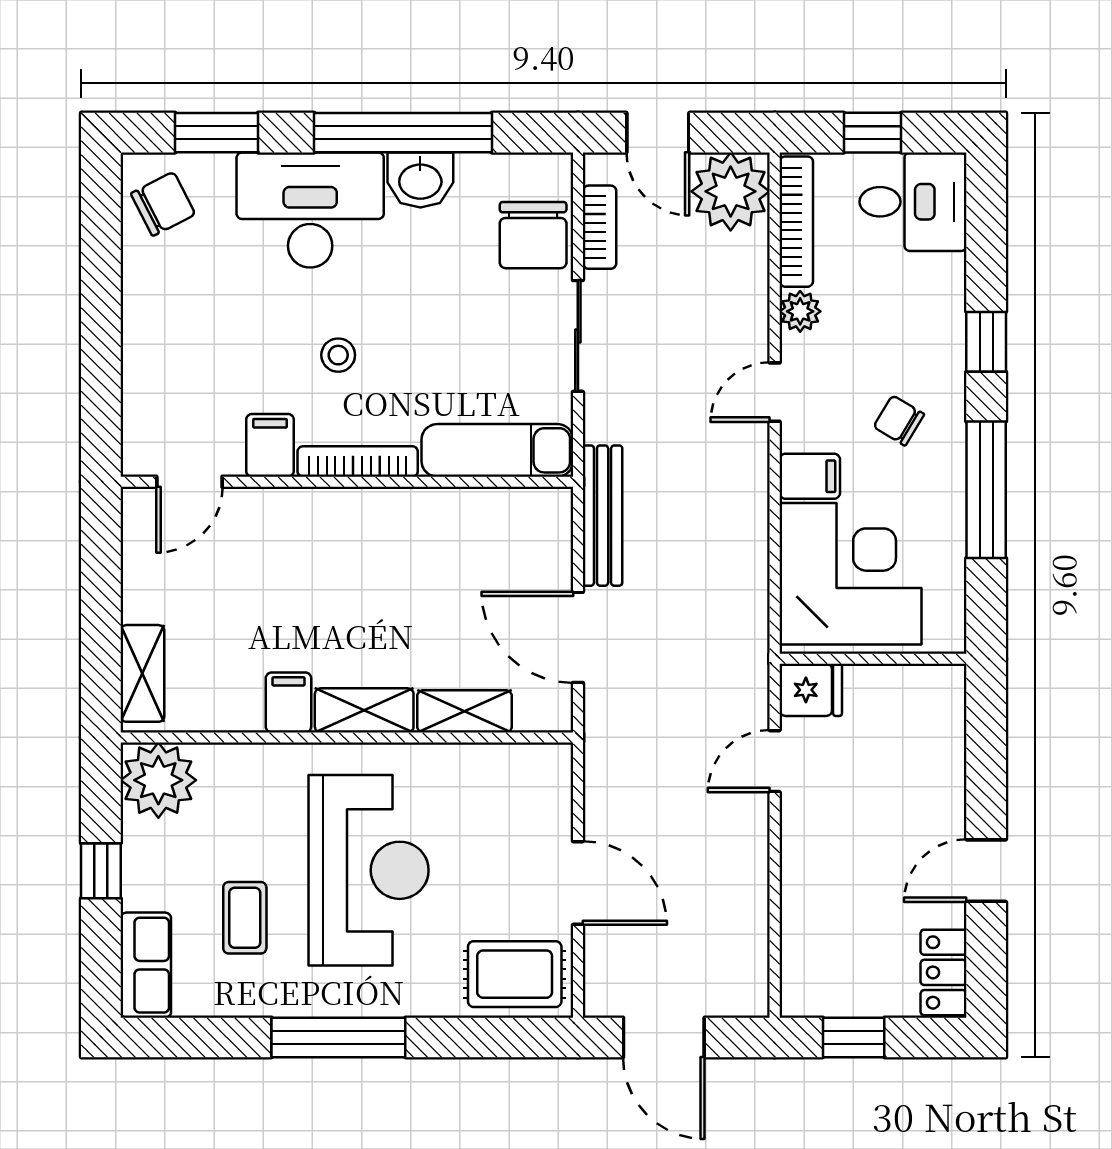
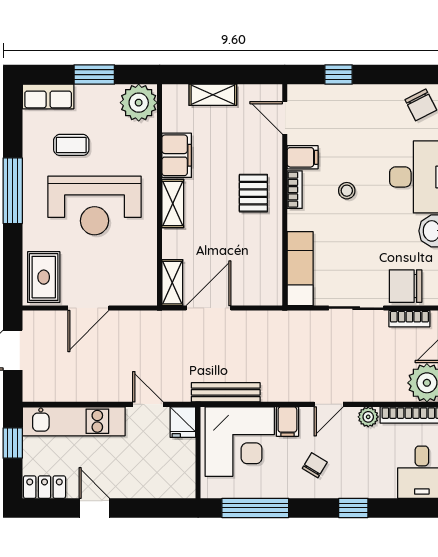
window: (101, 372) -> (339, 75), added
door: (775, 392) -> (329, 404), swing flipped
bookcase: (358, 461) -> (295, 190), width x0.64
window: (986, 490) -> (255, 508), moved
bench: (603, 516) -> (226, 392), moved
pallet: (343, 546) -> (253, 193), added
shelving: (142, 673) -> (213, 95), moved
filing cabinet: (288, 702) -> (177, 155), width x2.00
shelving: (464, 711) -> (172, 283), moved
window: (101, 871) -> (94, 75), width x1.50
kitchen unit: (809, 913) -> (74, 421), added

